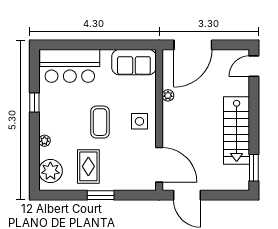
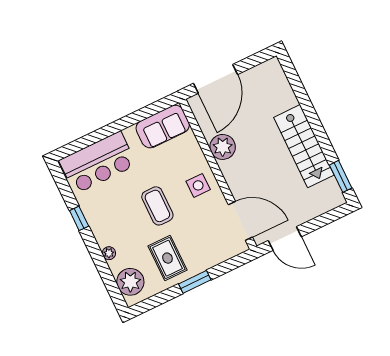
door: (254, 66) -> (290, 71), removed
plant: (168, 95) -> (223, 147), width x1.88, depth x1.88

